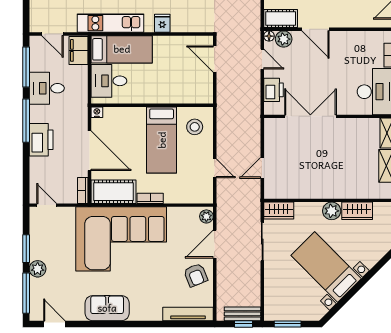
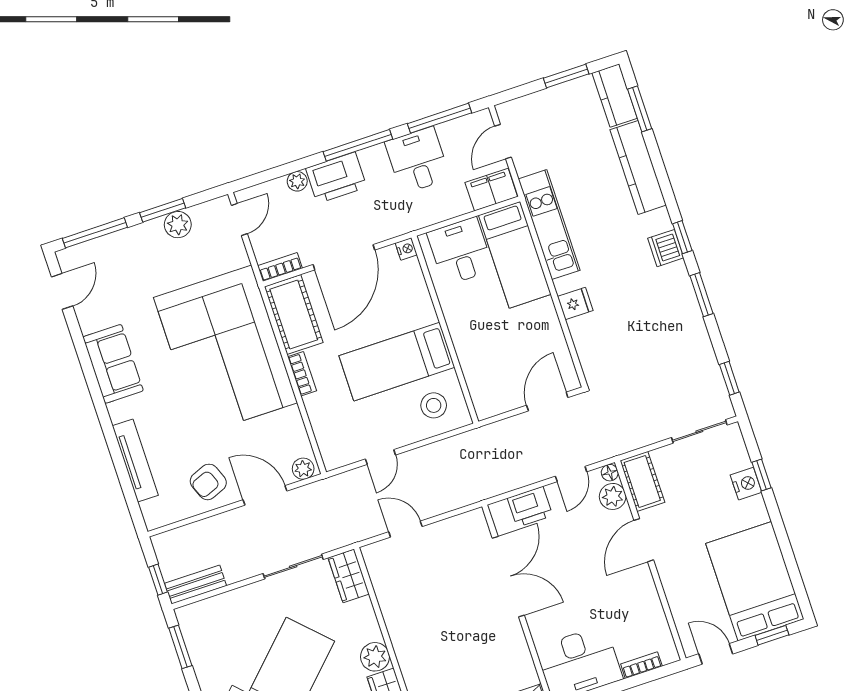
plant: (35, 163) -> (297, 181), added
plant: (38, 269) -> (178, 225), moved
tv unit: (188, 314) -> (135, 461), moved
bench: (243, 314) -> (196, 585), moved, turned 90

